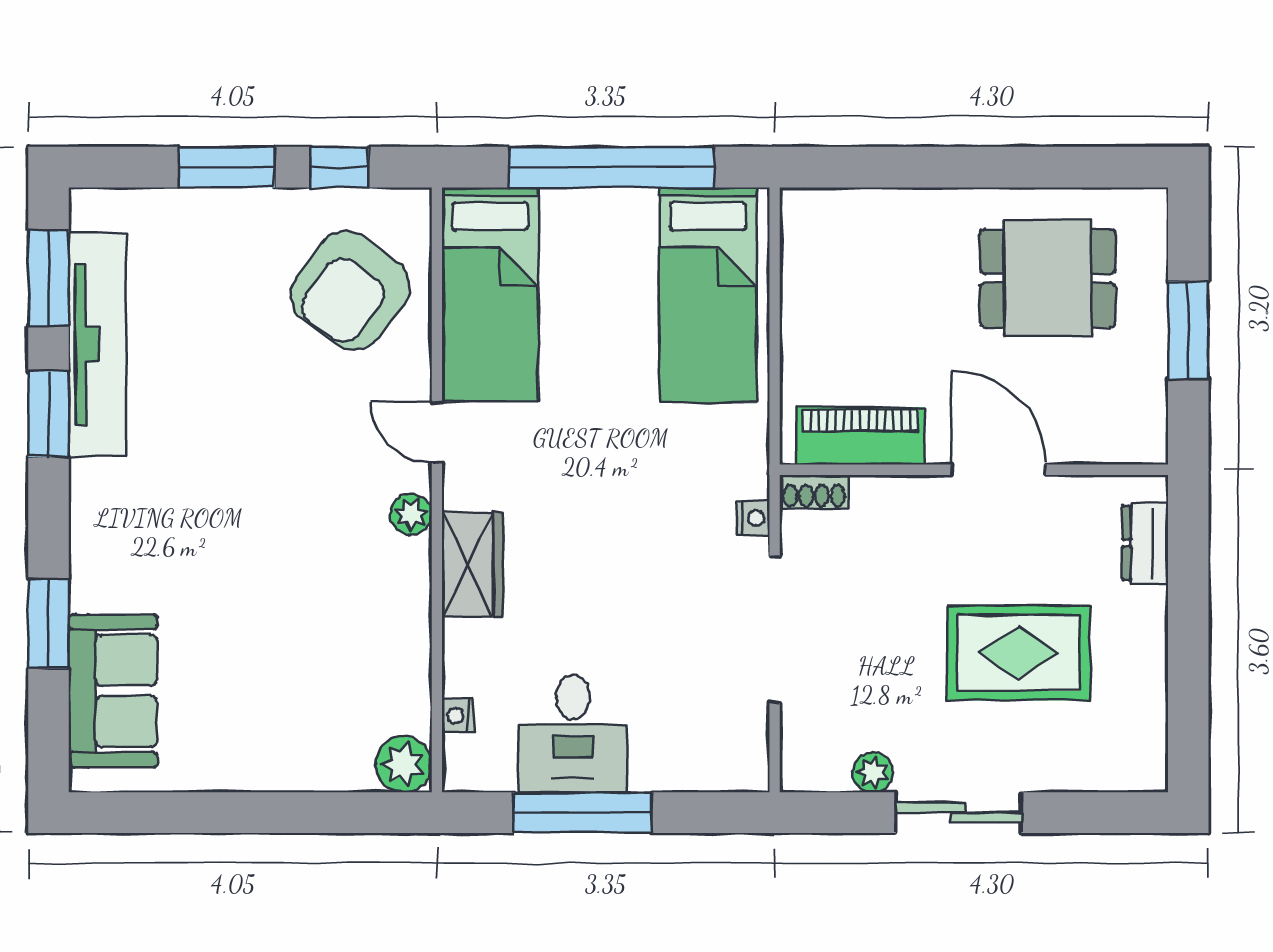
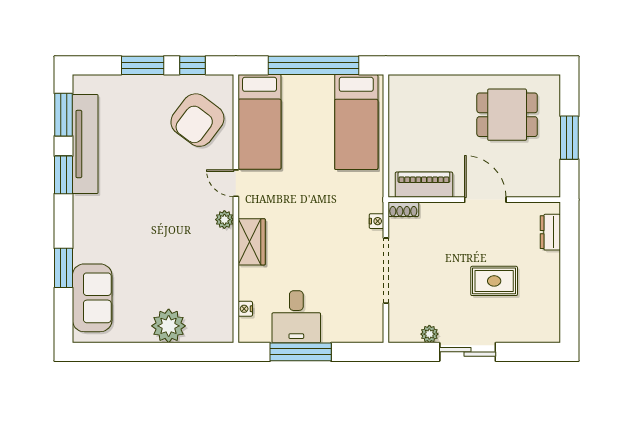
rug: (1018, 653) -> (494, 281), width x0.73, depth x0.70
plant: (404, 764) -> (169, 326), moved, width x1.36, depth x1.36

